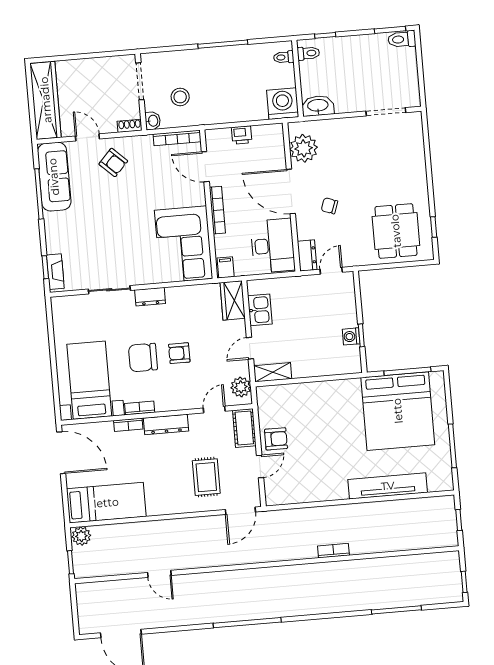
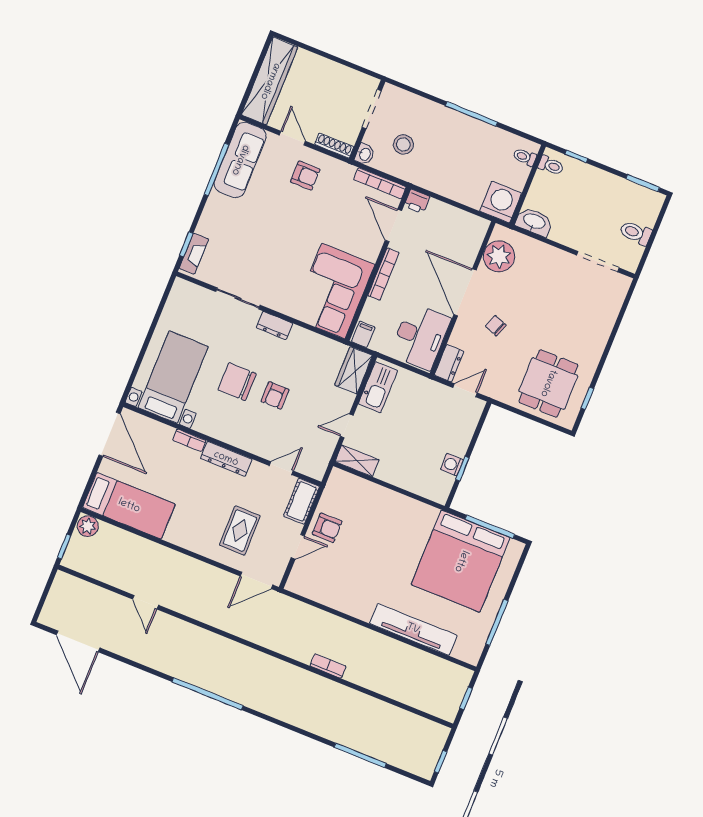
toilet: (402, 39) -> (636, 233), moved
shoe rack: (130, 126) -> (334, 146), width x1.43
printer: (242, 135) -> (417, 201), moved
armchair: (113, 162) -> (305, 176), turned -43
kitchen sink: (260, 310) -> (378, 387), width x1.38
armchair: (179, 353) -> (275, 395), turned -90
plant: (241, 387) -> (319, 459), removed
bookcase: (140, 408) -> (209, 430), removed

